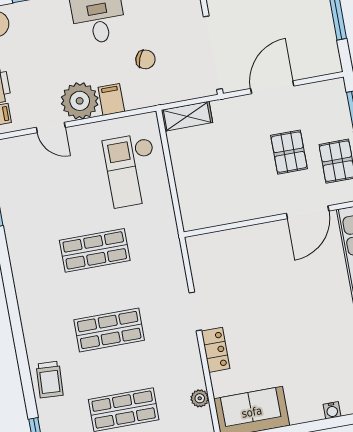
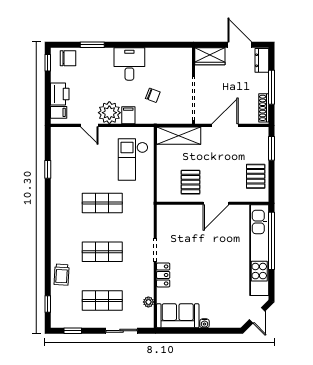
shoe rack: (330, 47) -> (264, 108), added
shelving: (187, 116) -> (179, 136), width x1.50, depth x1.33
pallet: (289, 152) -> (191, 182), moved
door: (308, 212) -> (216, 203), moved
water cooler: (332, 410) -> (204, 323), moved

